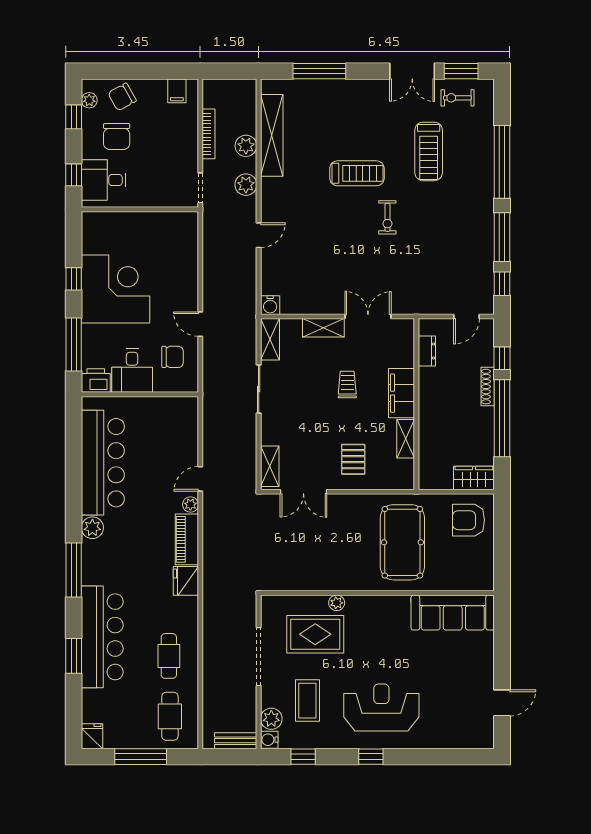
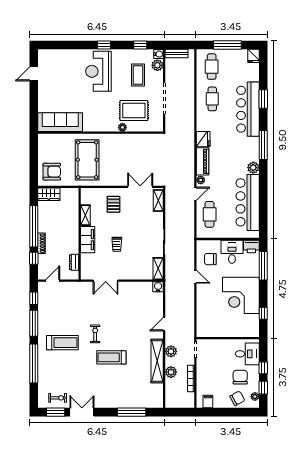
shelving: (272, 135) -> (157, 361), moved
treadmill: (429, 151) -> (62, 343), moved, turned 90
window: (74, 175) -> (263, 368), moved
window: (74, 279) -> (263, 313), moved
shelving: (323, 328) -> (129, 275), removed
cafe table: (174, 440) -> (210, 214), added
reception desk: (381, 708) -> (98, 71), turned 90

